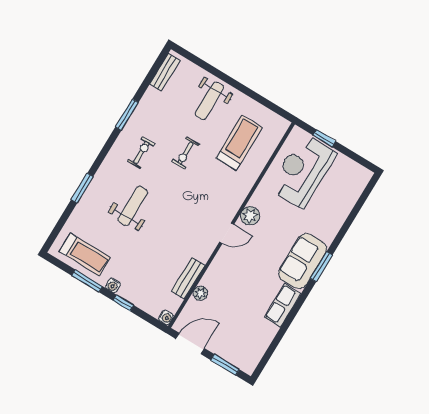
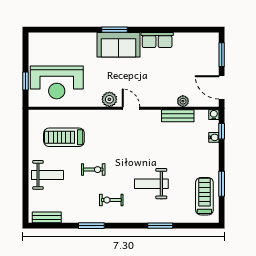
water cooler: (113, 285) -> (214, 137), moved
window: (123, 303) -> (222, 131), moved

